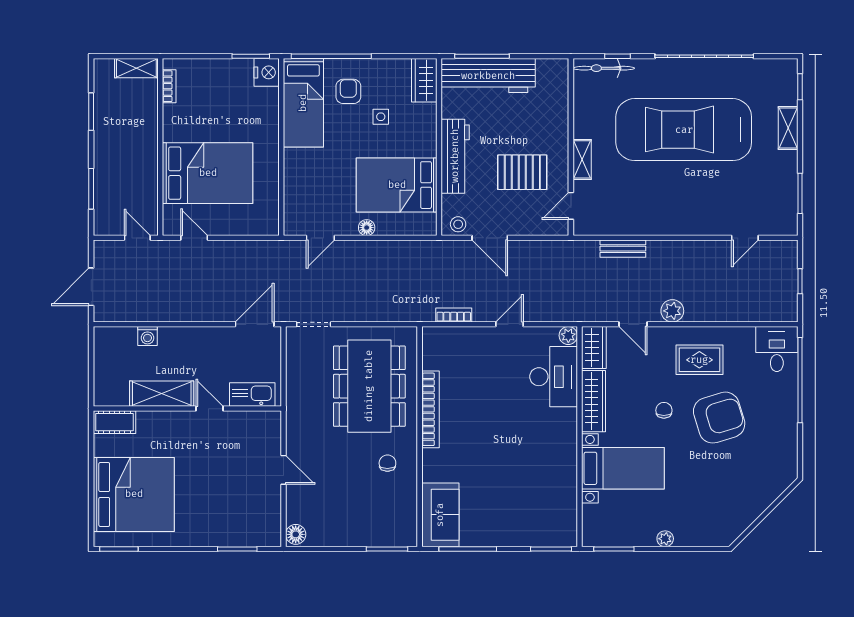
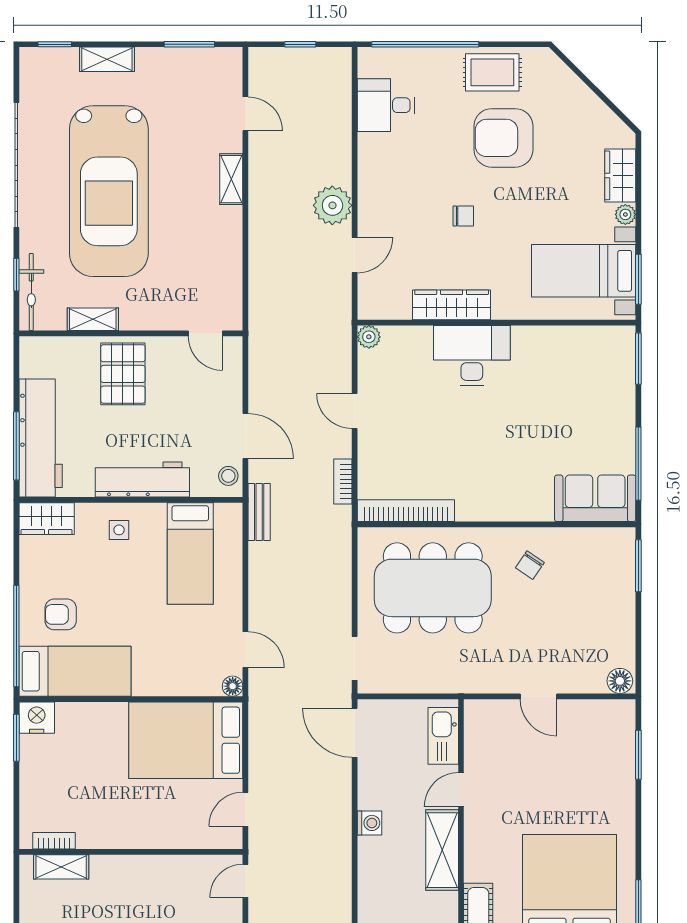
shelving: (136, 68) -> (61, 867), moved, turned 90
side table: (381, 117) -> (119, 530), moved
shelving: (582, 159) -> (93, 319), moved
pallet: (522, 172) -> (123, 374), moved
bed: (208, 173) -> (186, 740), moved, turned -90
bed: (397, 185) -> (190, 553), width x0.67
shelving: (693, 227) -> (231, 179), added
floor lamp: (367, 228) -> (233, 686), moved
door: (490, 238) -> (245, 436), hinge flipped
bench: (623, 249) -> (259, 512), moved
plant: (672, 311) -> (332, 205), width x1.36, depth x1.36
washing machine: (147, 336) -> (369, 823), moved
wardrobe: (594, 347) -> (620, 175), moved, turned -90
desk: (777, 349) -> (386, 105), moved
rug: (699, 360) -> (492, 72), moved, turned 90
desk: (554, 377) -> (472, 355), moved
bookcase: (431, 409) -> (406, 511), moved
chair: (664, 410) -> (463, 216), turned 180
armchair: (719, 418) -> (503, 138), moved, turned -73
chair: (387, 463) -> (530, 565), turned -56
bed with nightstands: (623, 468) -> (584, 271), moved, turned -90
door: (283, 470) -> (538, 696), swing flipped

